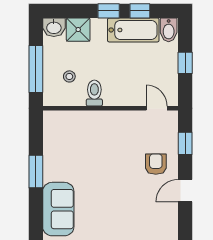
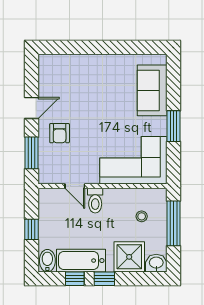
shower: (78, 30) -> (129, 257), width x1.36, depth x1.36
toilet: (94, 93) -> (95, 201), moved
door: (157, 108) -> (75, 186), moved
corner sofa: (78, 136) -> (133, 160), added
window: (185, 143) -> (32, 153), width x1.50

